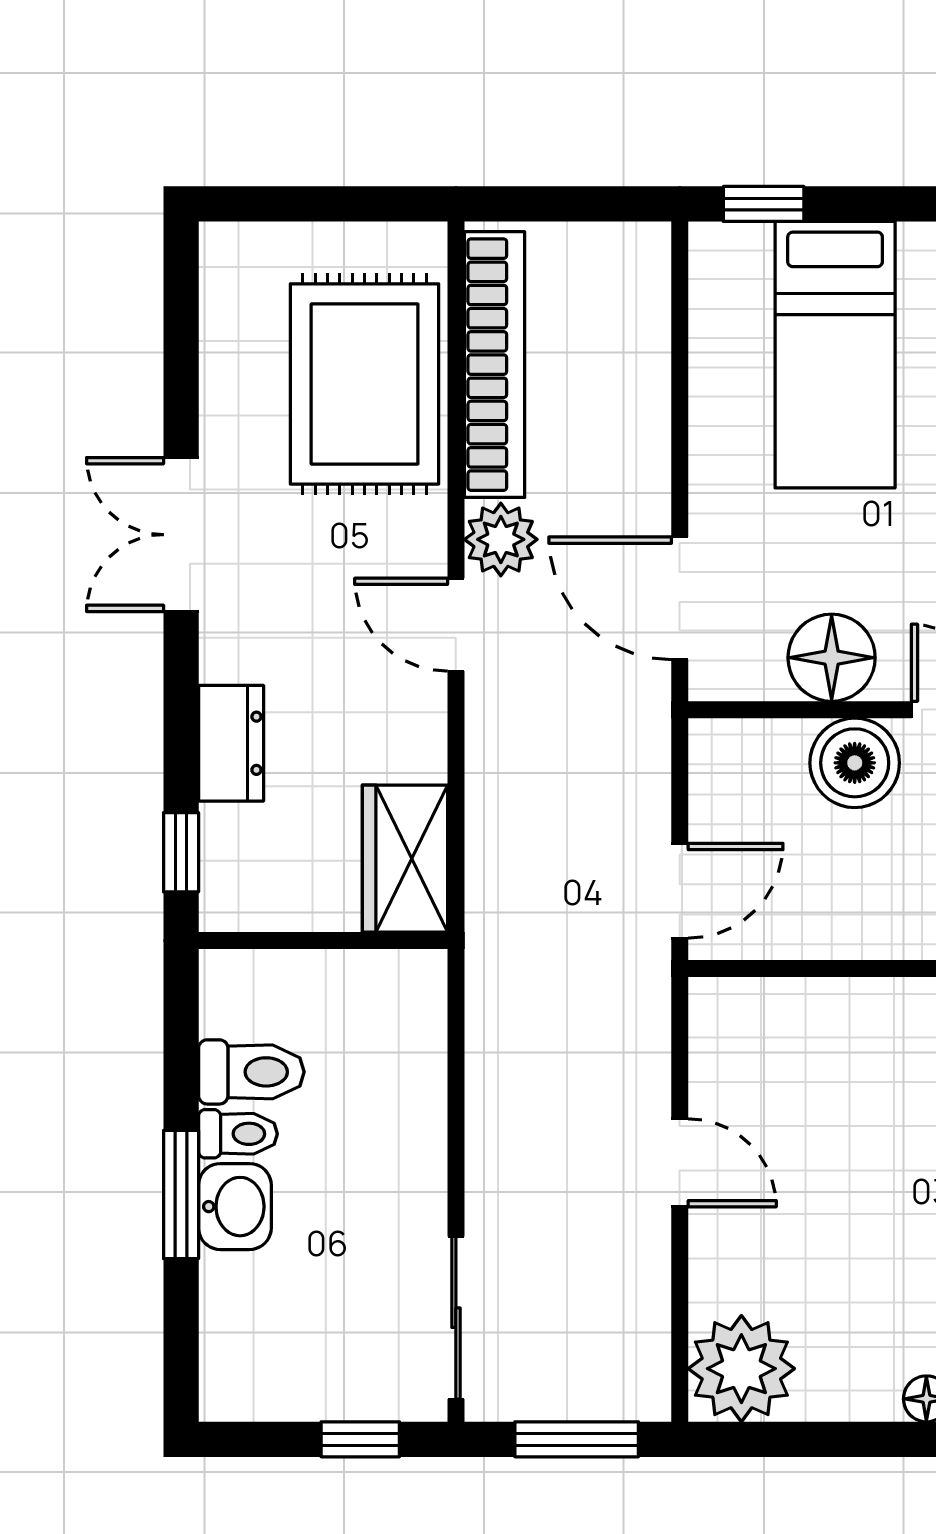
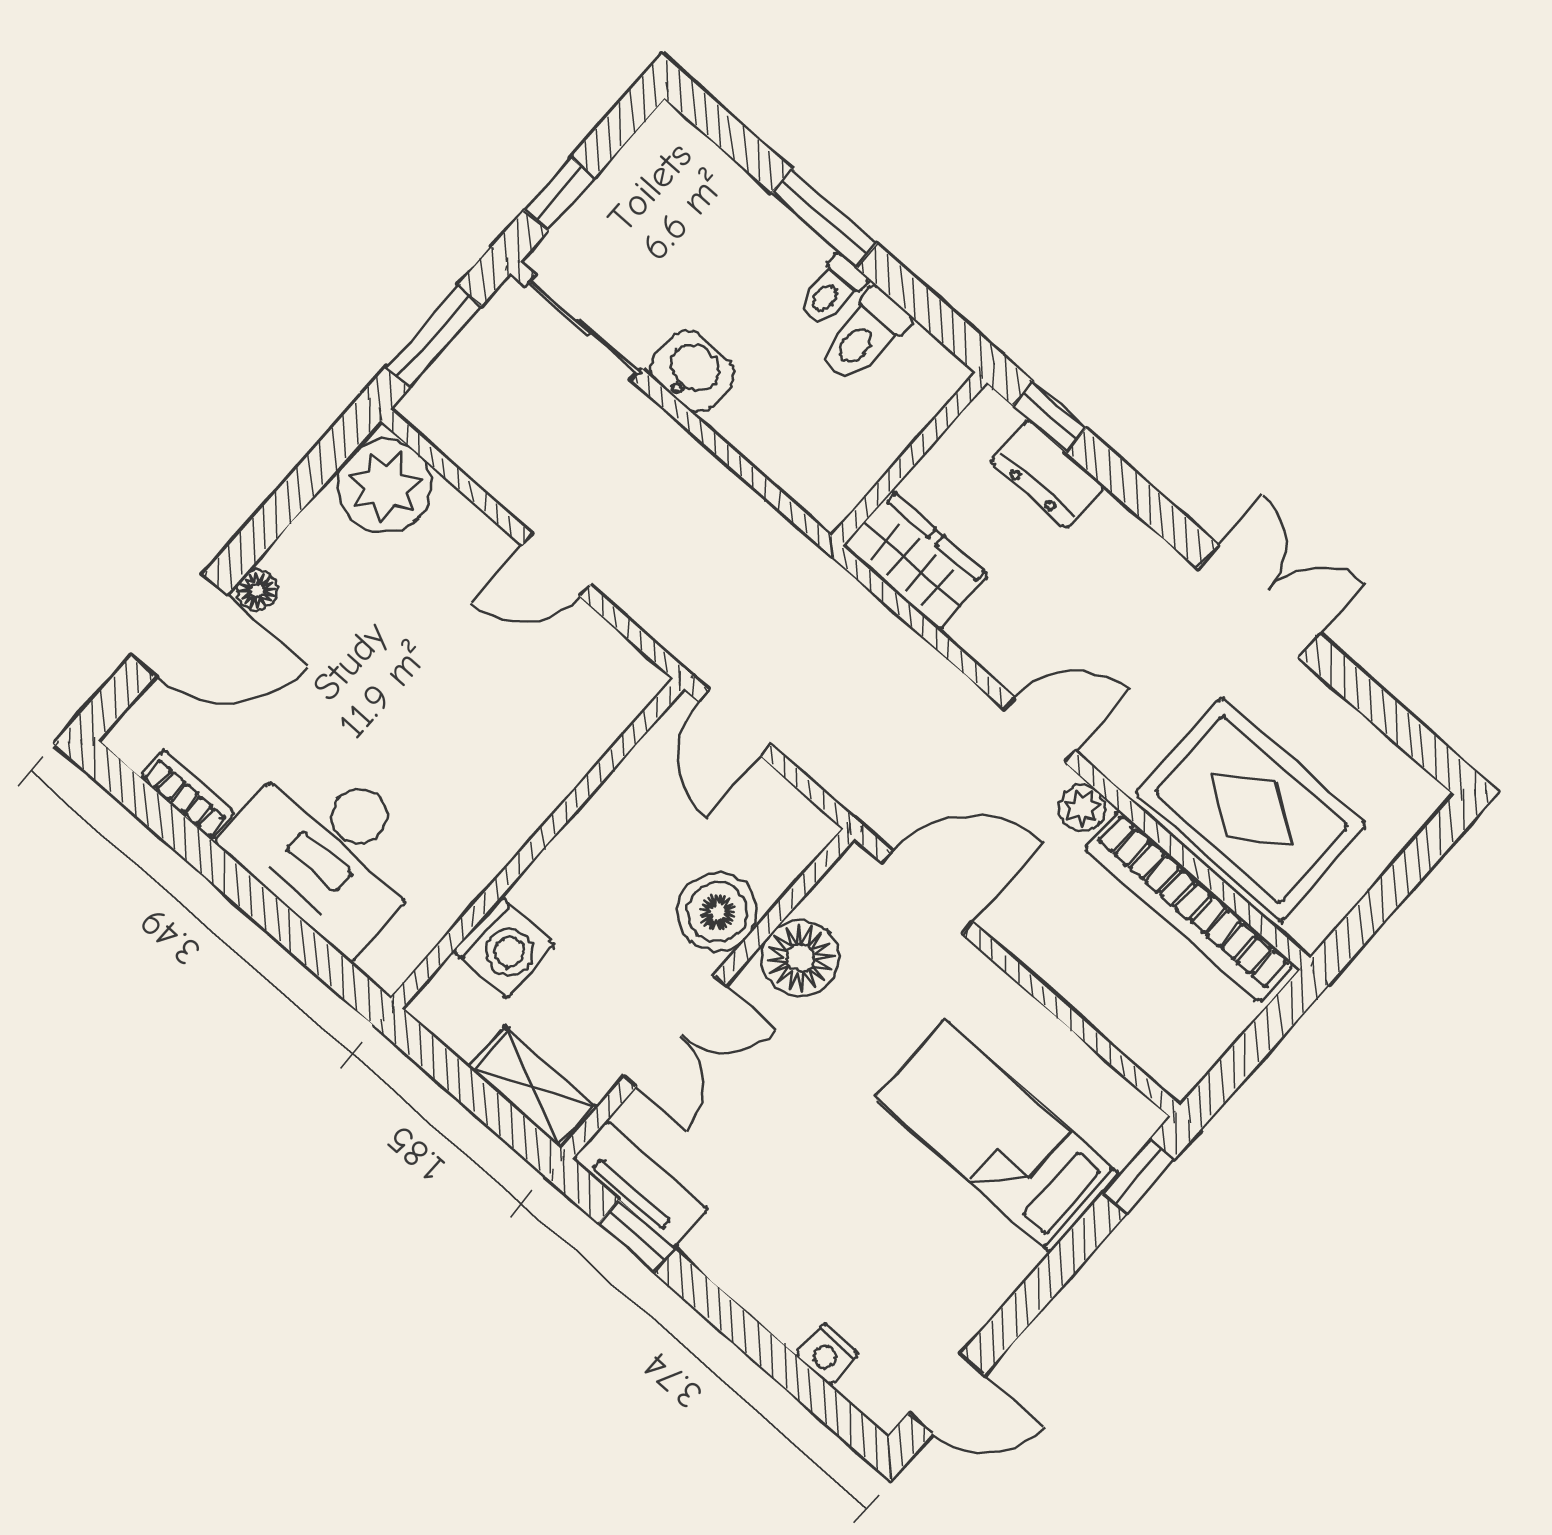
plant: (501, 539) -> (1082, 808), width x0.73, depth x0.73
dresser: (231, 743) -> (1047, 473), moved
washbasin: (235, 1207) -> (692, 371), moved, turned 180

